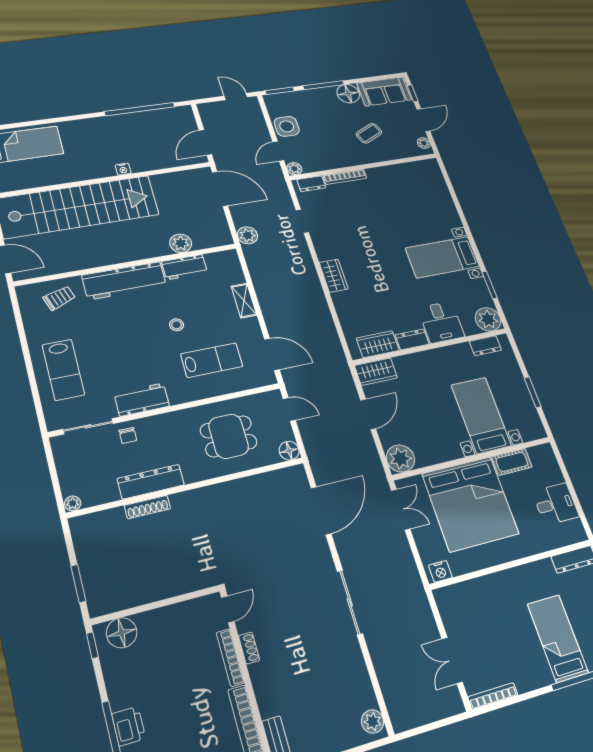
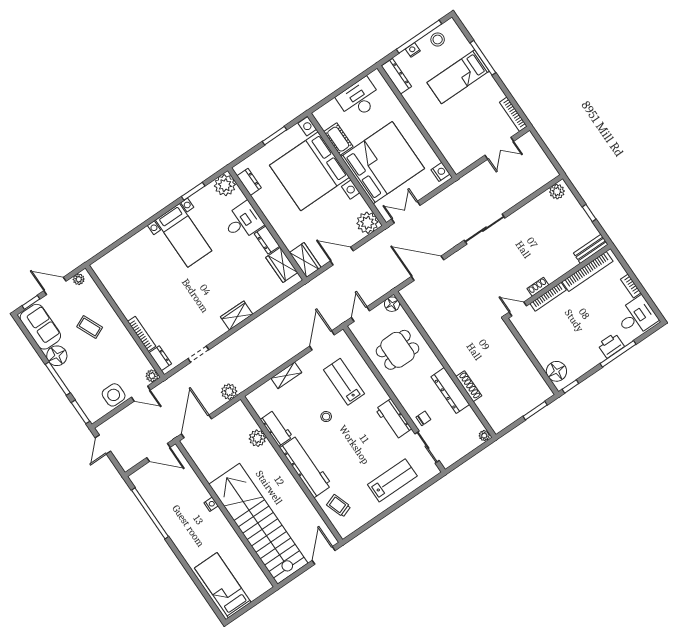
bed with nightstands: (481, 415) -> (309, 171), width x1.85
dining table: (229, 436) -> (397, 350), turned 90
desk: (556, 504) -> (359, 99), width x1.37

